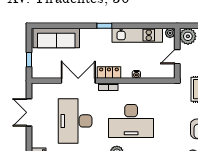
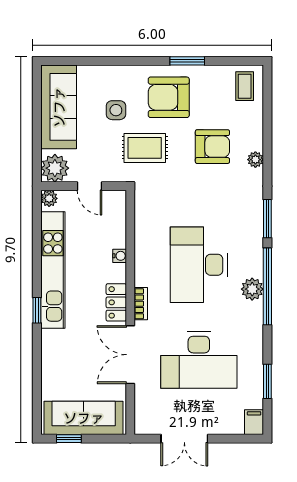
kitchen unit: (137, 35) -> (53, 270), width x1.36
sofa: (56, 38) -> (84, 418), moved, turned -90
window: (29, 60) -> (69, 439), moved
desk: (131, 121) -> (199, 265), turned 180

